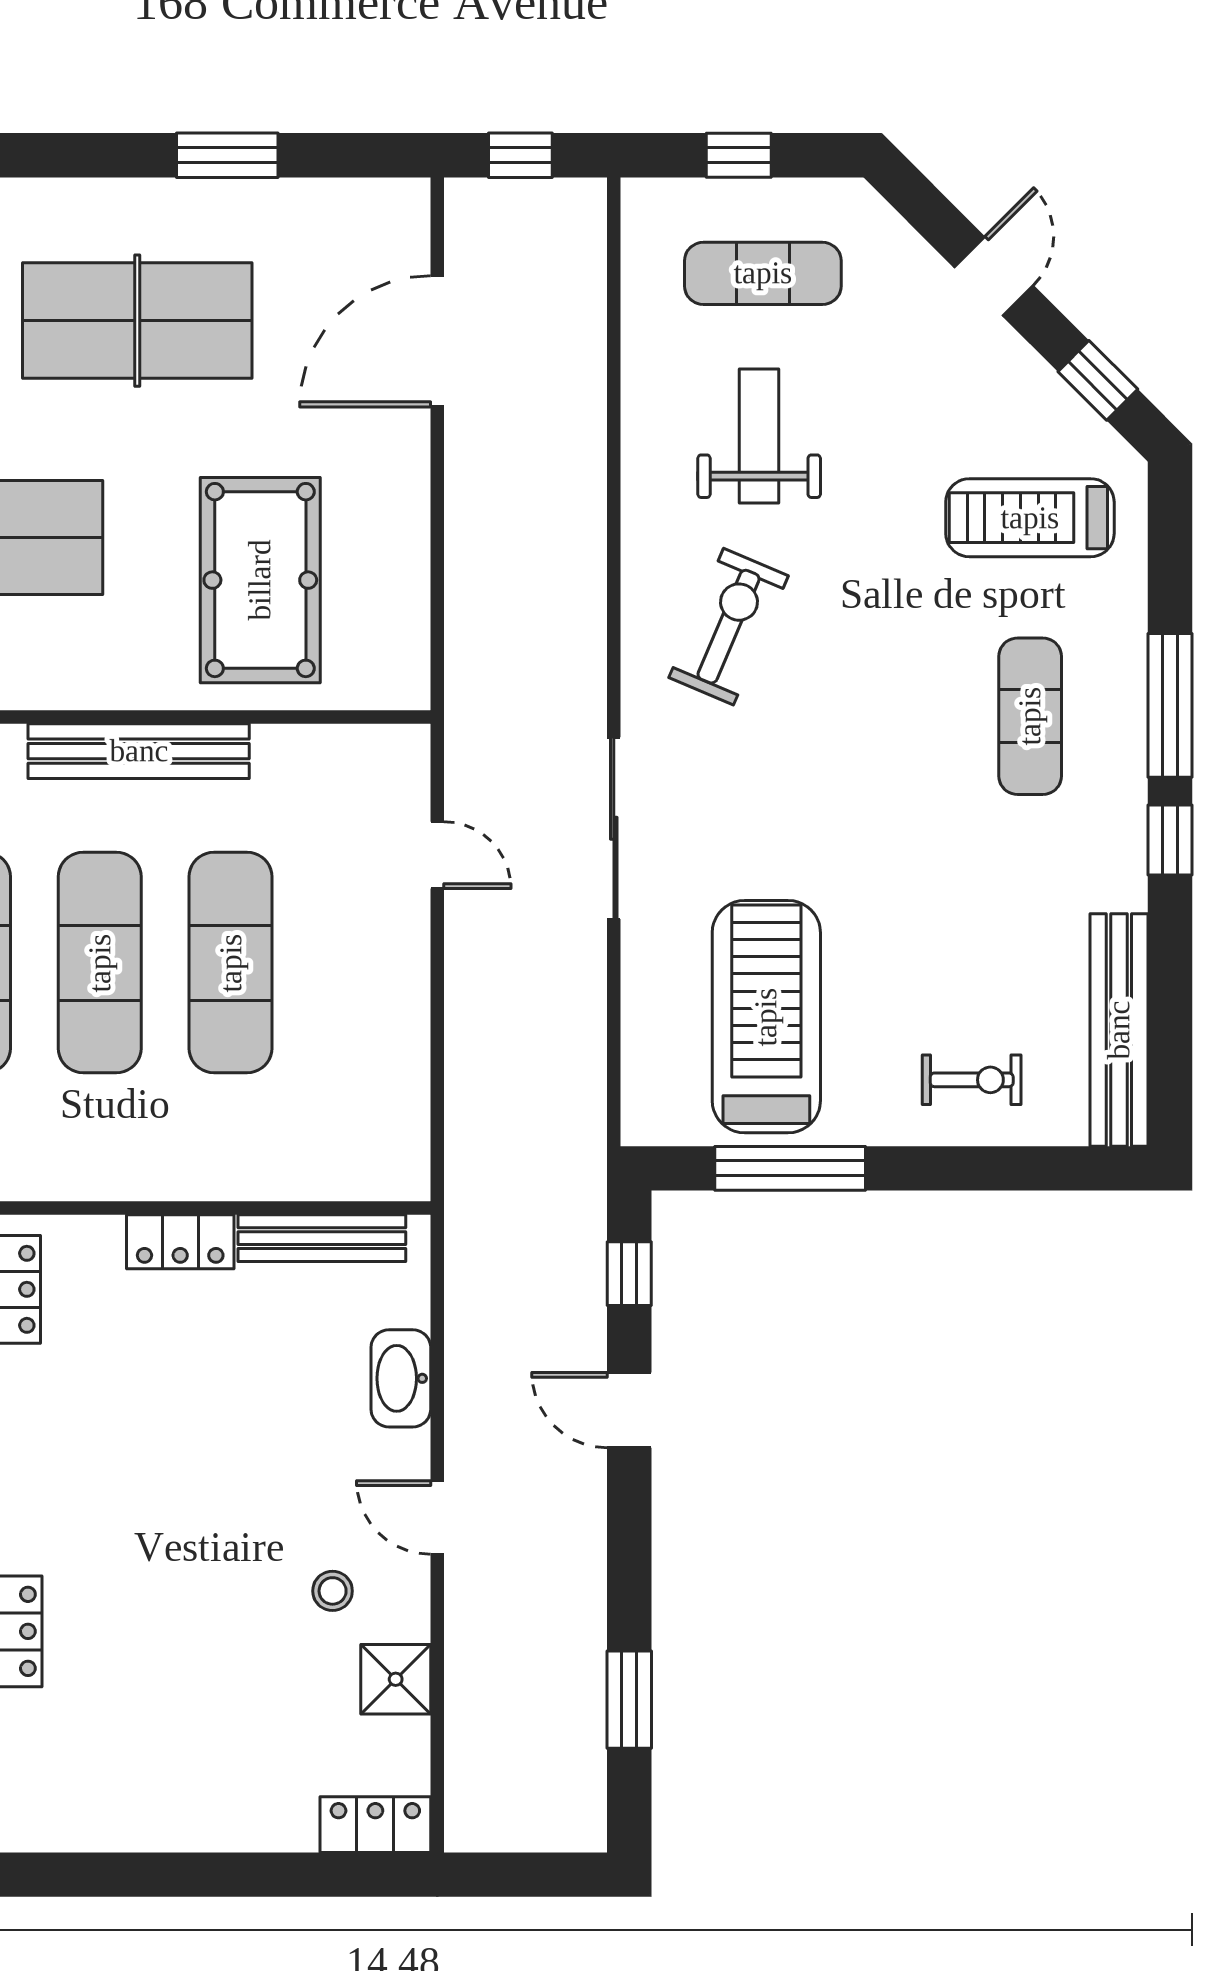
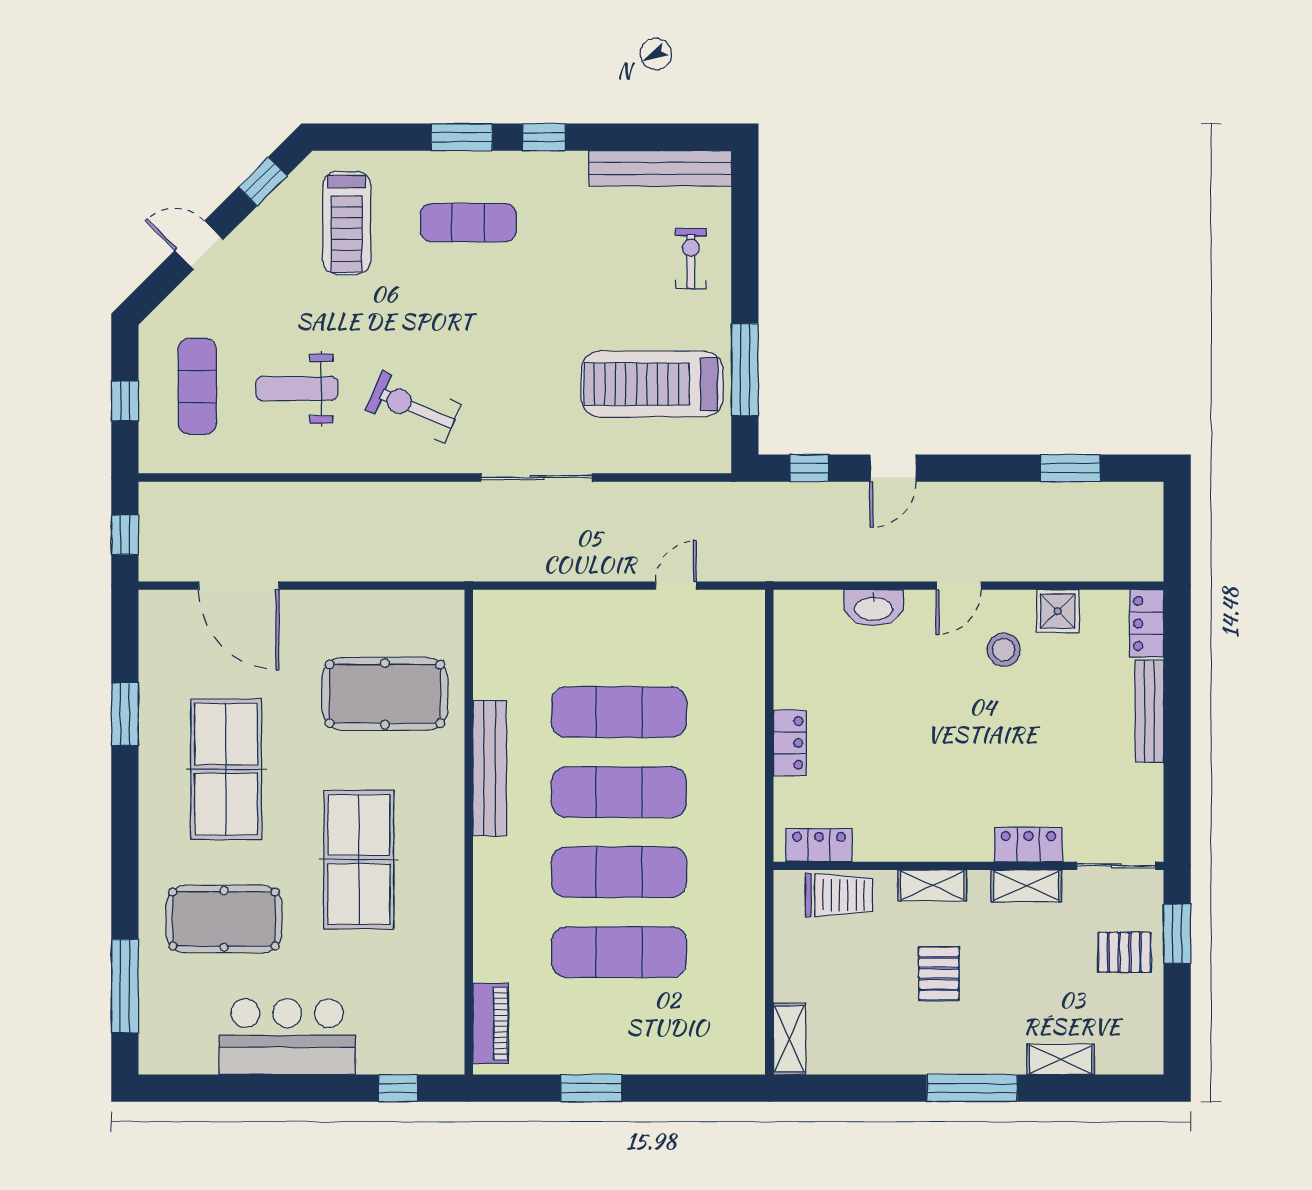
window: (1170, 705) -> (462, 137), width x0.69
door: (437, 855) -> (676, 586), moved
bench: (322, 1238) -> (1149, 711), moved
stool: (333, 1591) -> (1004, 650), width x1.37, depth x1.37

